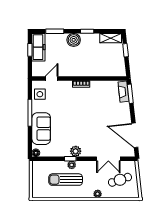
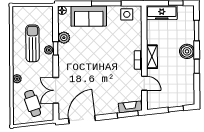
shelving: (111, 38) -> (152, 57), moved
freezer: (38, 47) -> (162, 13), moved
door: (52, 79) -> (144, 83), moved
plant: (76, 151) -> (64, 38), moved

